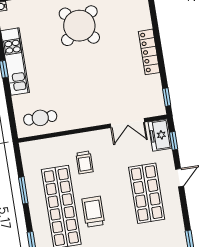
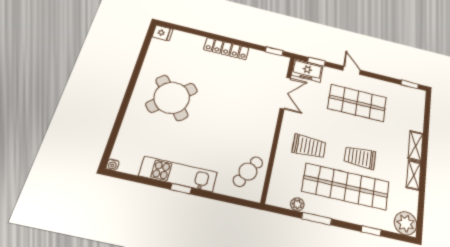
cafe table: (40, 118) -> (248, 172), turned 30
trolley: (85, 162) -> (309, 147), width x1.36, depth x1.39
plant: (29, 170) -> (297, 204), added

